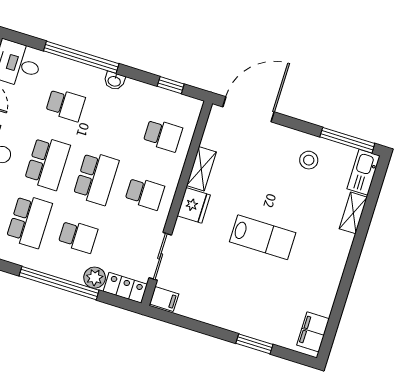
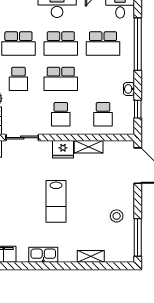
washbasin: (114, 81) -> (129, 89), moved
school desk: (65, 105) -> (103, 44), width x1.85
kitchen sink: (364, 172) -> (43, 255), moved

